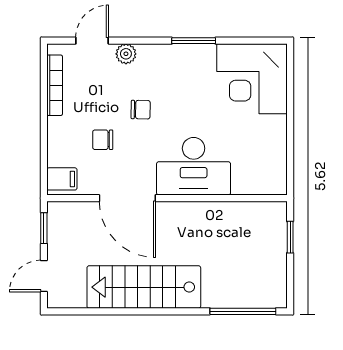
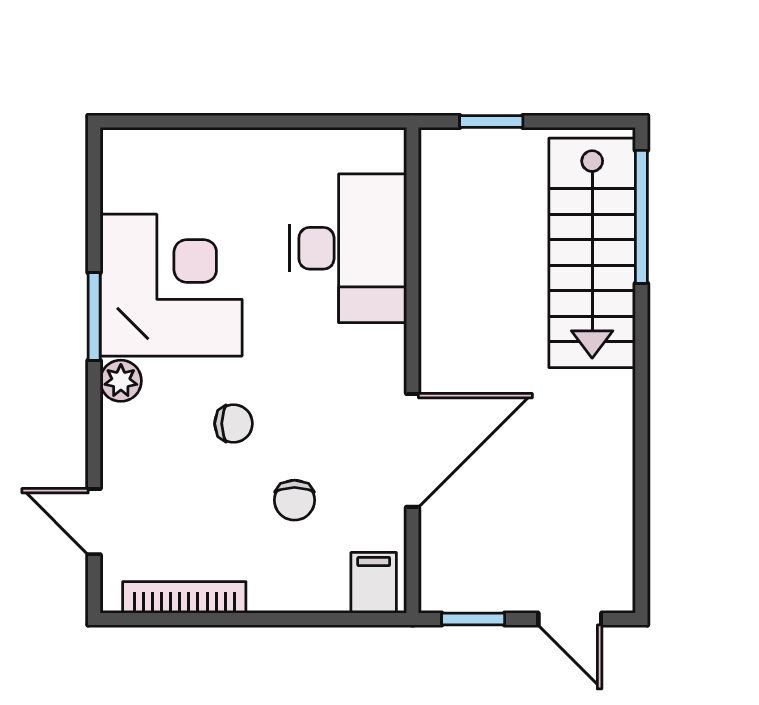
plant: (126, 54) -> (121, 381), moved
corner desk: (252, 79) -> (171, 285), moved, turned -90
chair: (141, 110) -> (234, 424), turned 89
desk: (194, 166) -> (348, 248), moved
stairs: (144, 287) -> (592, 253), moved

